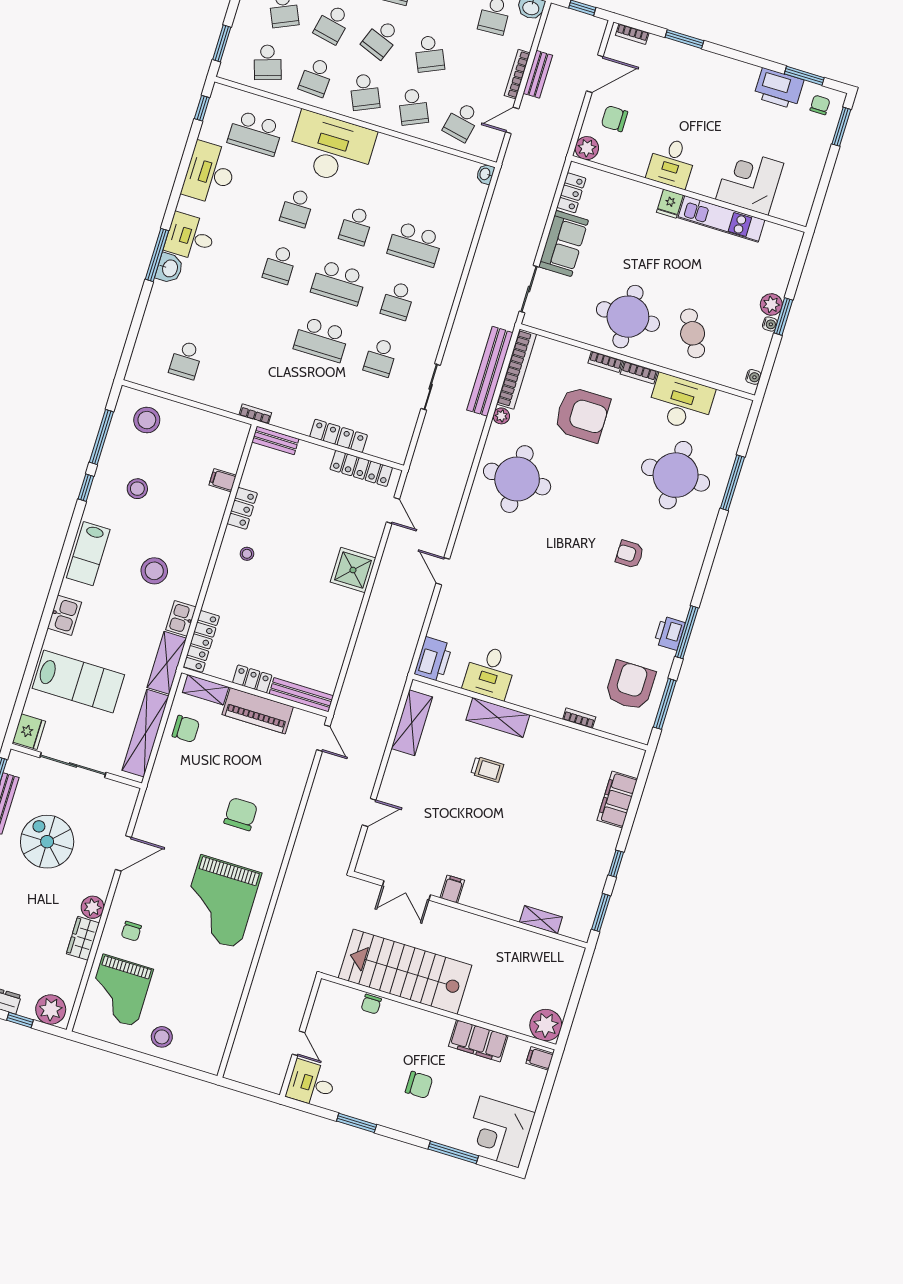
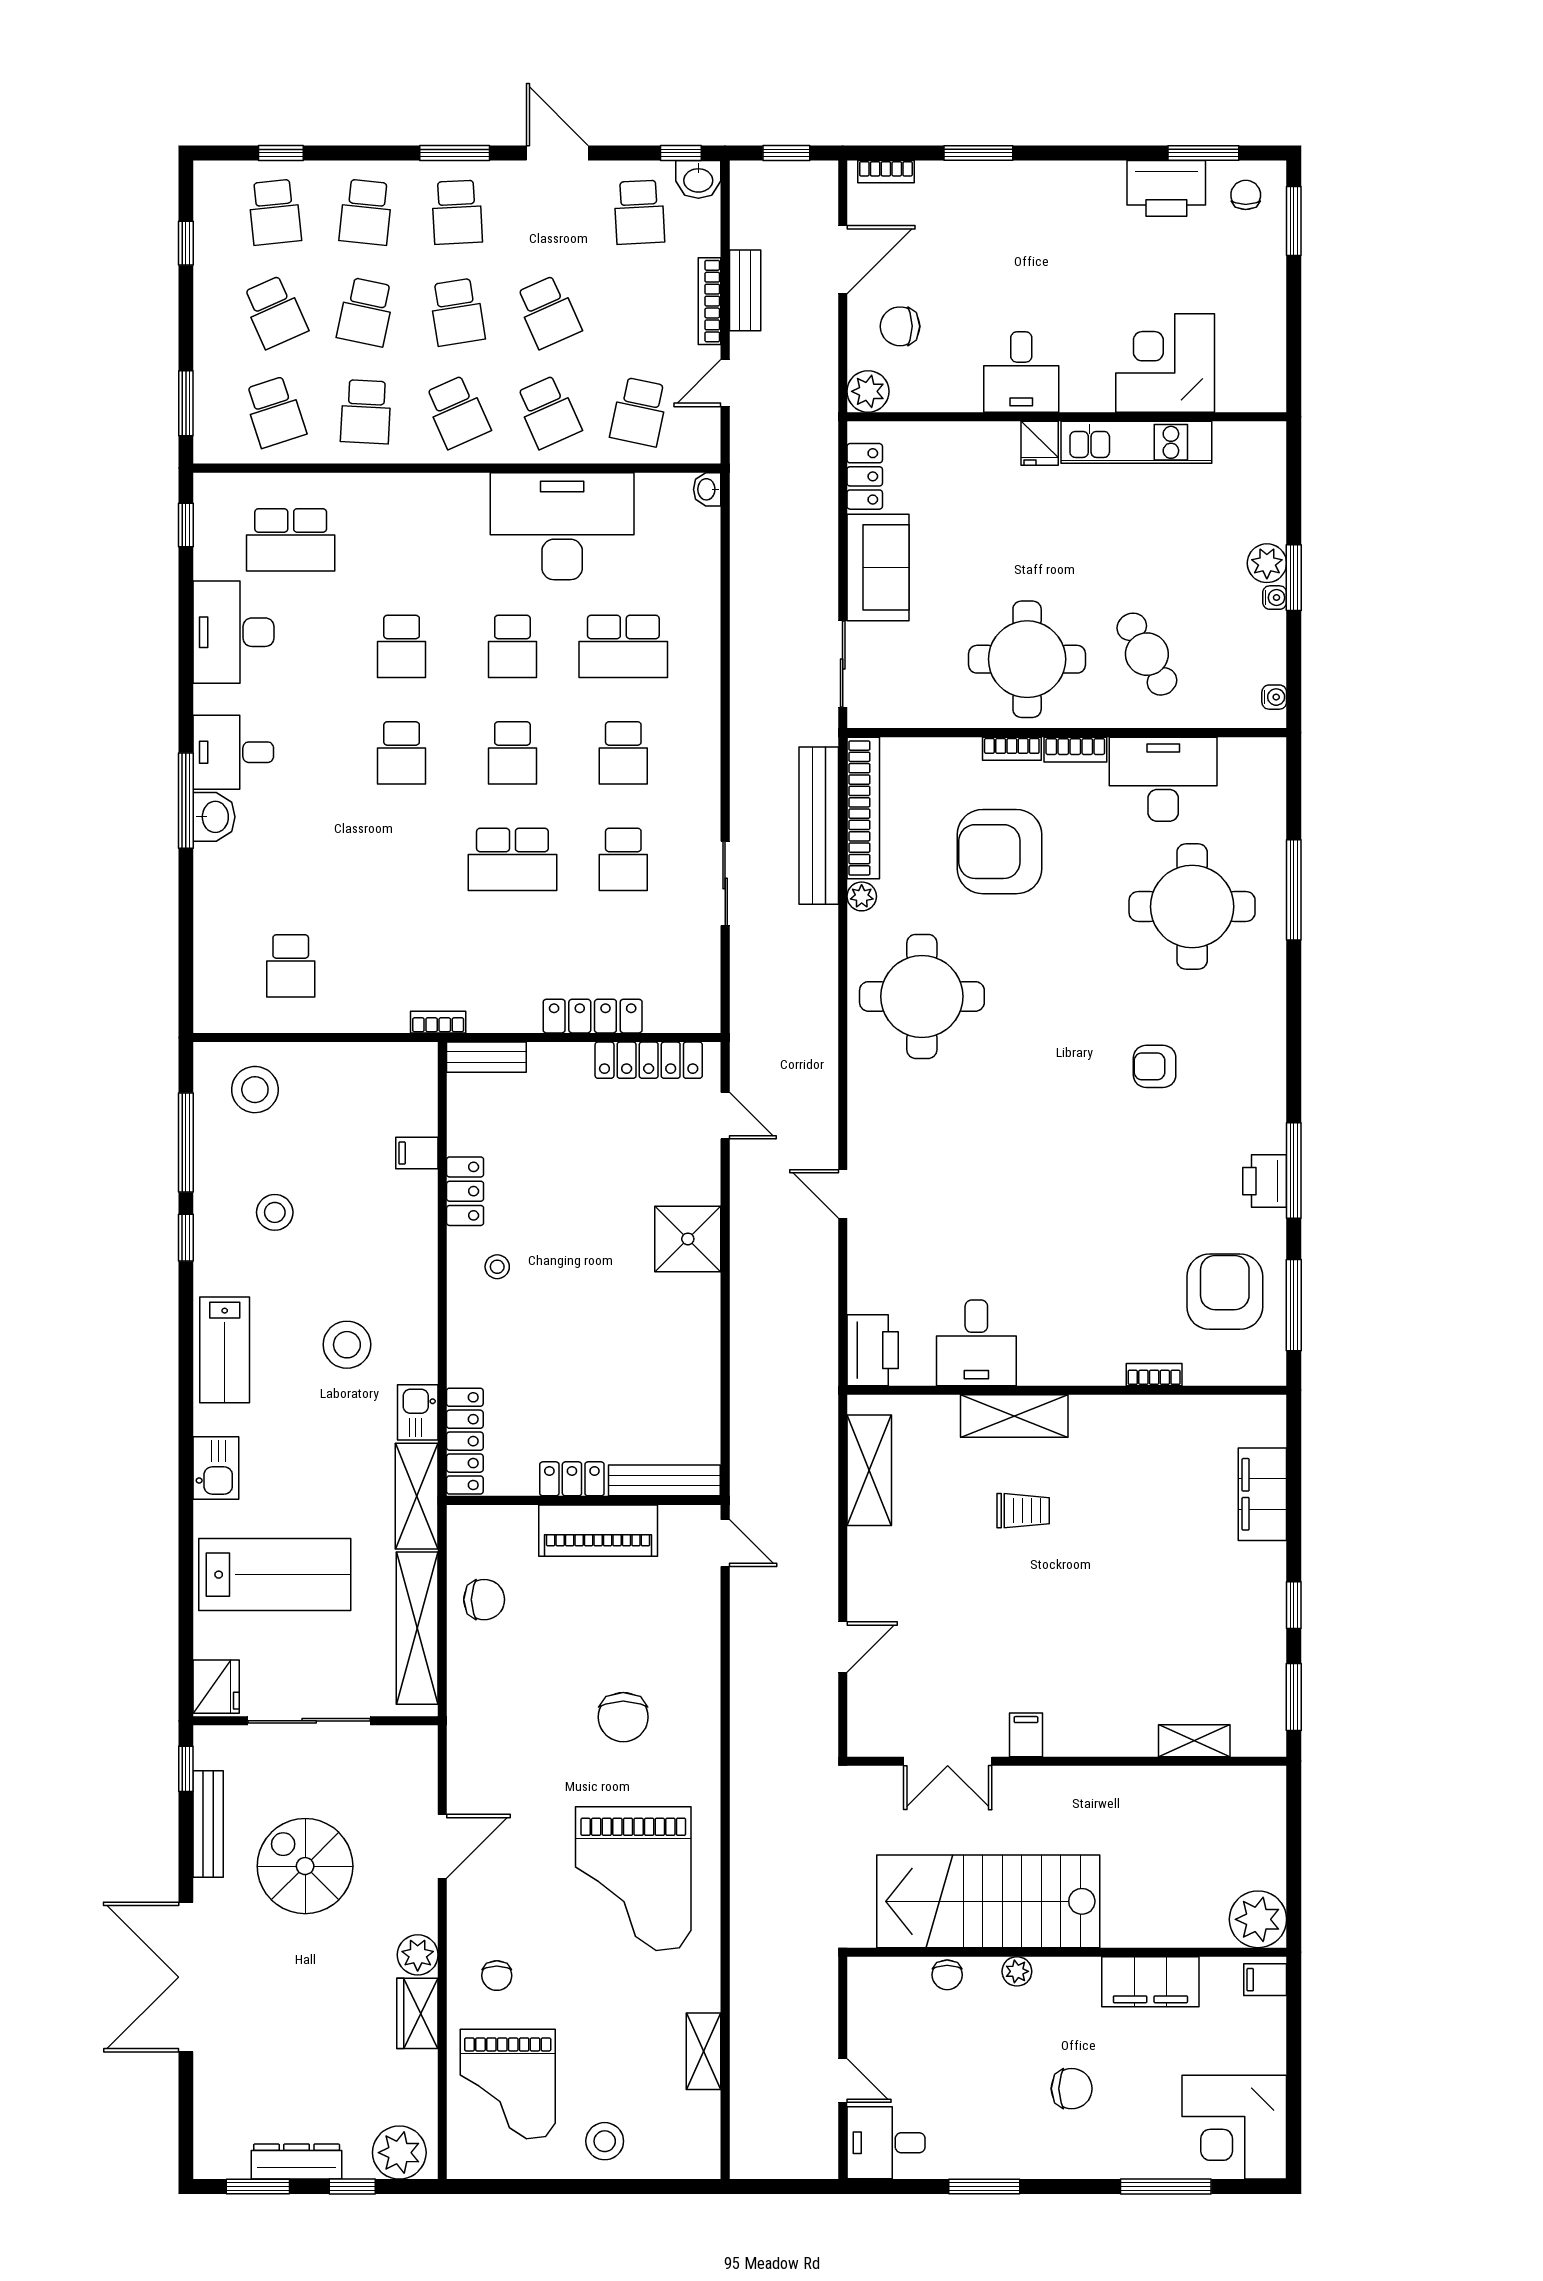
school desk: (381, 39) -> (457, 312), turned -30
desk: (331, 148) -> (562, 526), moved
school desk: (339, 283) -> (512, 753), width x0.54
armchair: (582, 414) -> (1000, 852), turned 180
shelving: (206, 690) -> (704, 2051), moved, turned 90
chair: (241, 814) -> (623, 1717), turned 180
plant: (409, 1014) -> (1017, 1971), added

